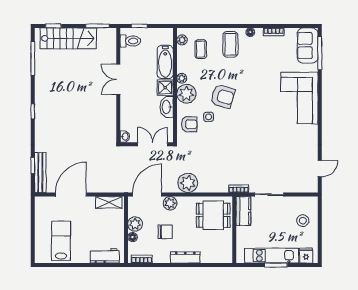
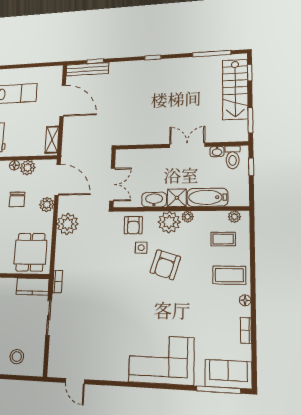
washbasin: (125, 137) -> (217, 152), moved

